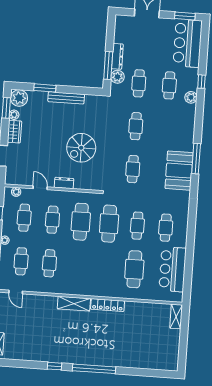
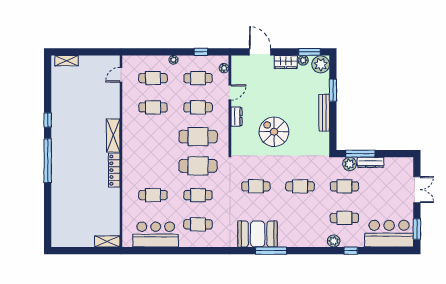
cafe table: (134, 269) -> (153, 195), width x0.73, depth x0.74

